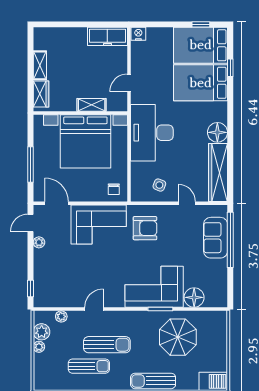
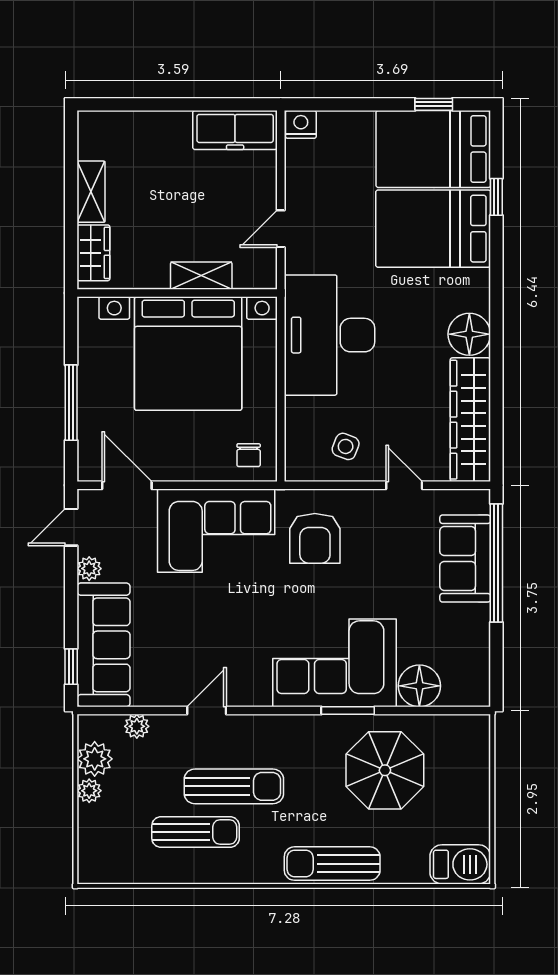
armchair: (145, 228) -> (315, 538), turned 90
sofa: (46, 278) -> (104, 645), added

